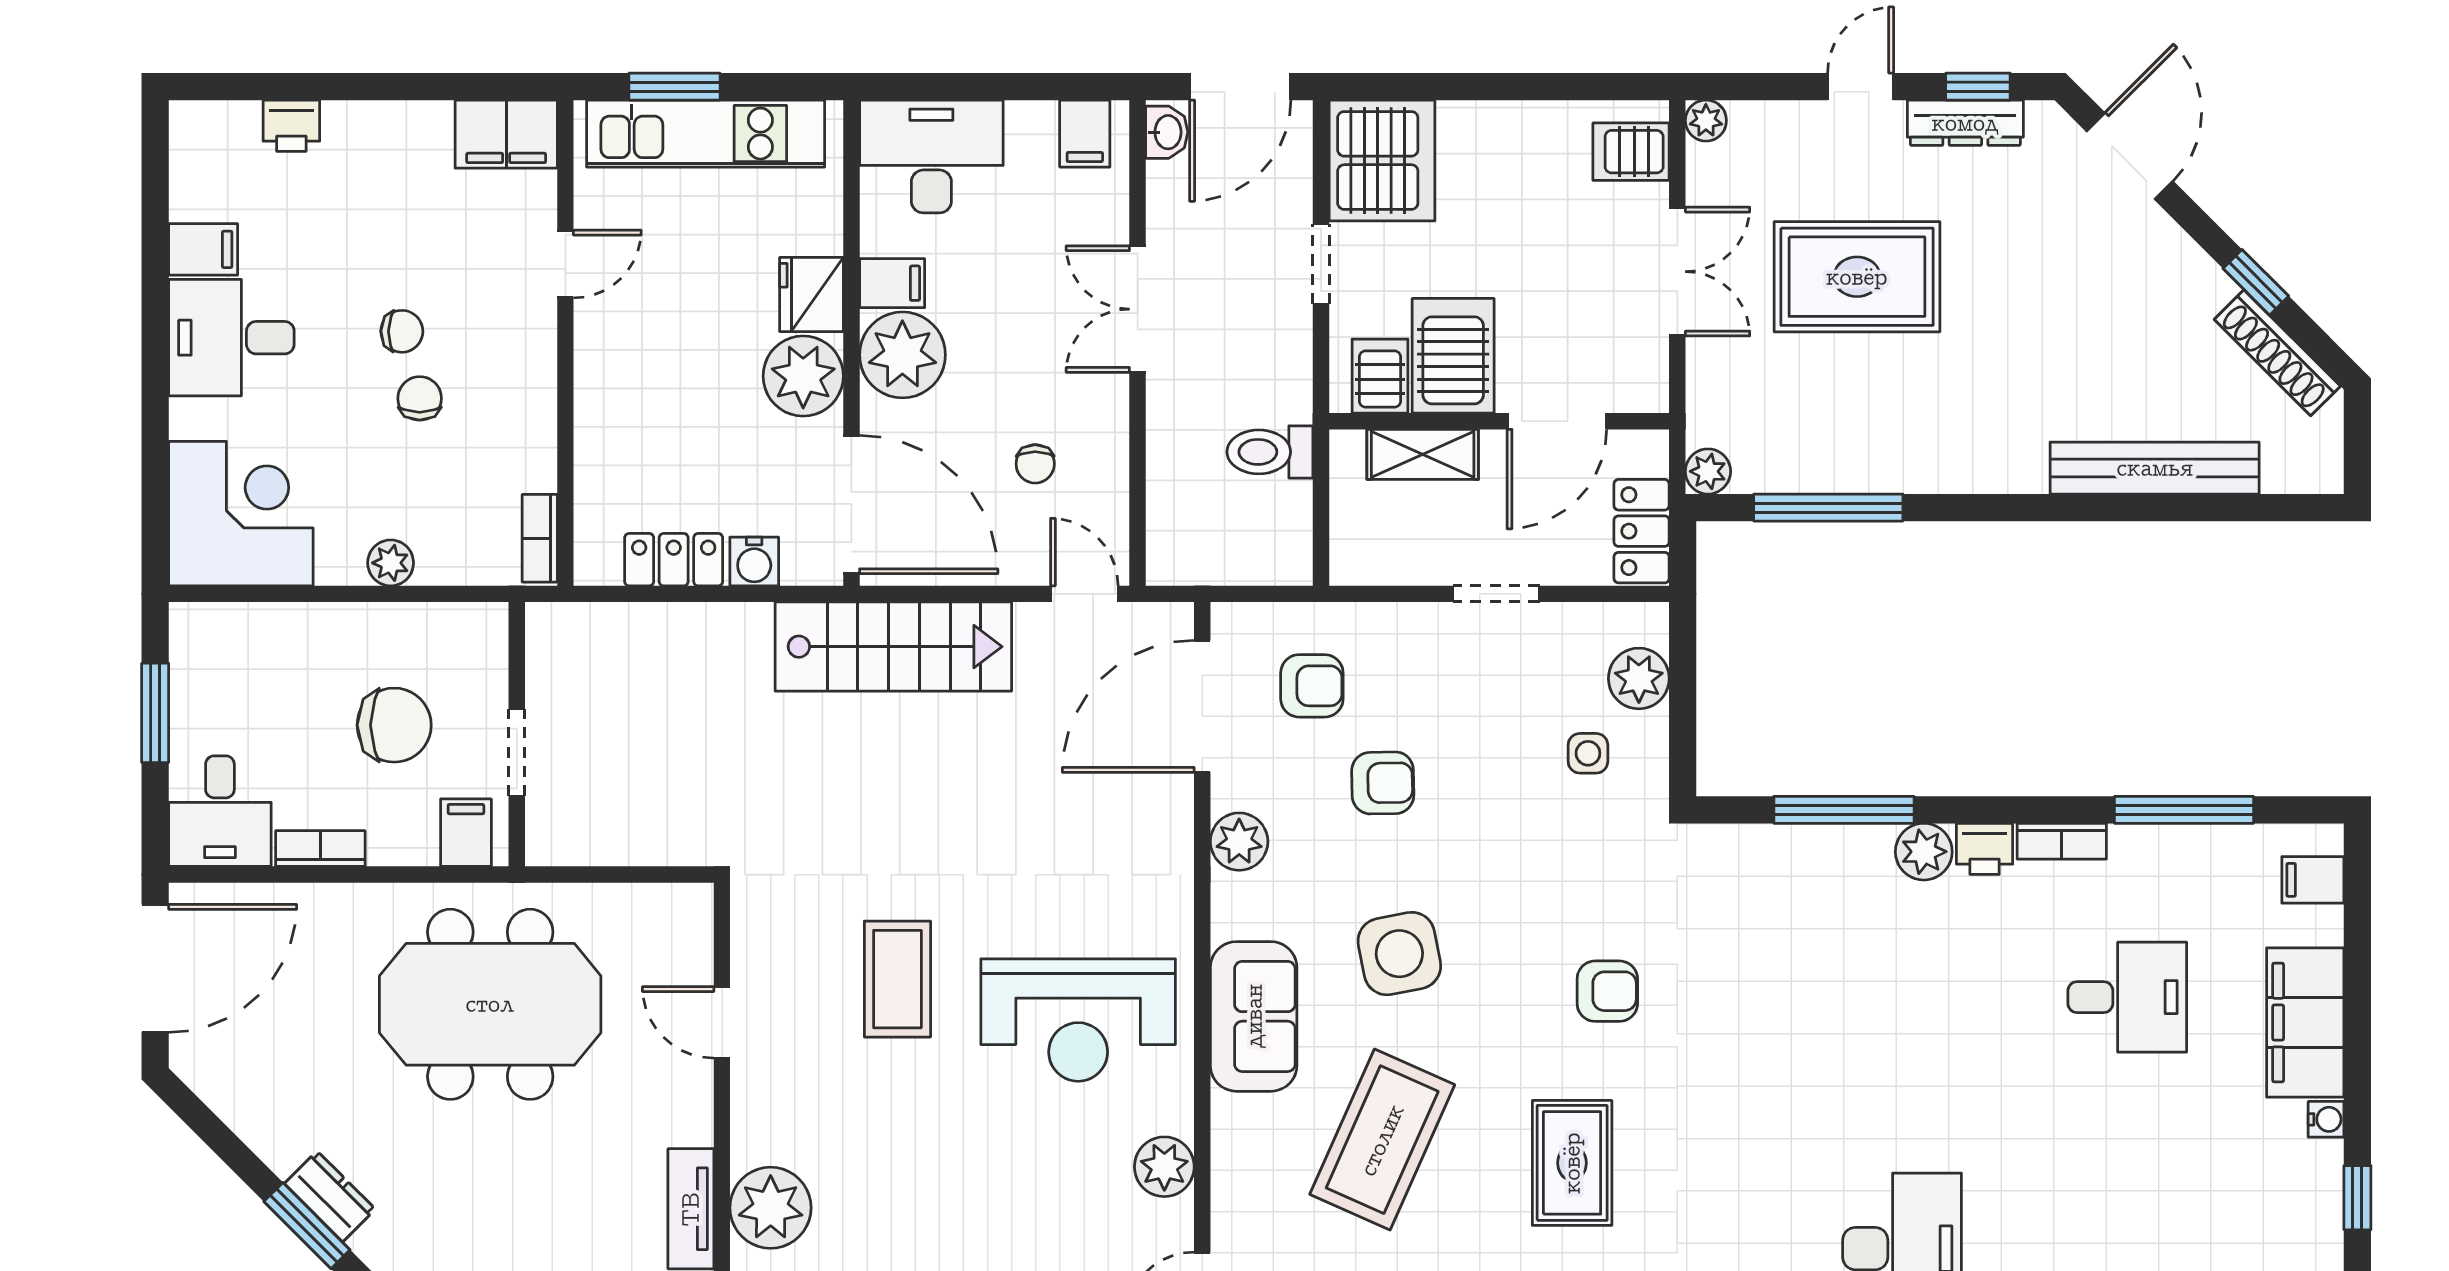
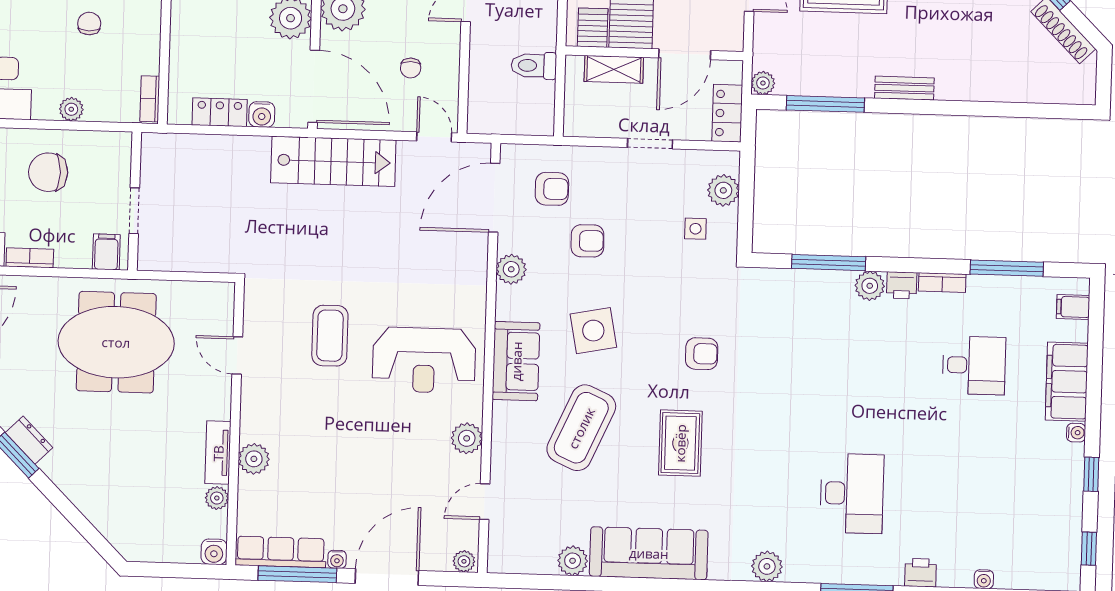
bench: (2155, 468) -> (904, 88), moved, width x0.54, depth x0.82
chair: (394, 725) -> (48, 172), moved, turned 180
plant: (771, 1208) -> (254, 459), width x0.73, depth x0.73

